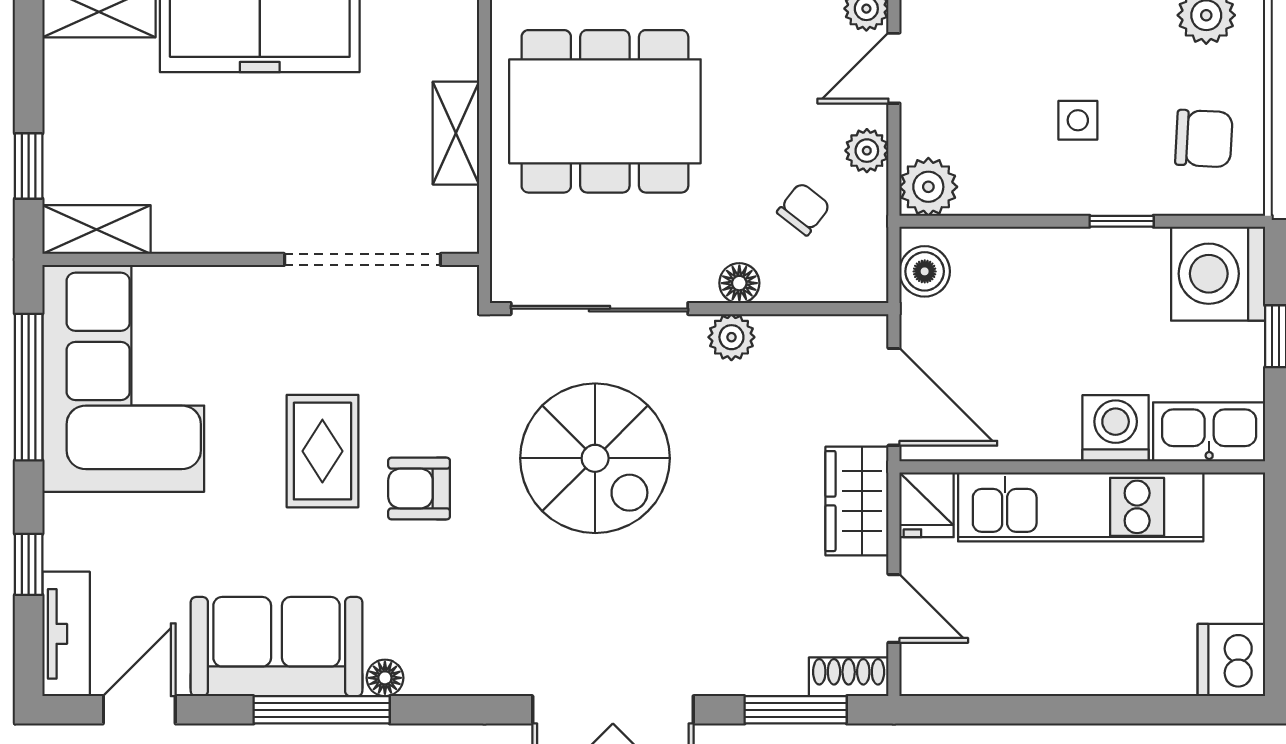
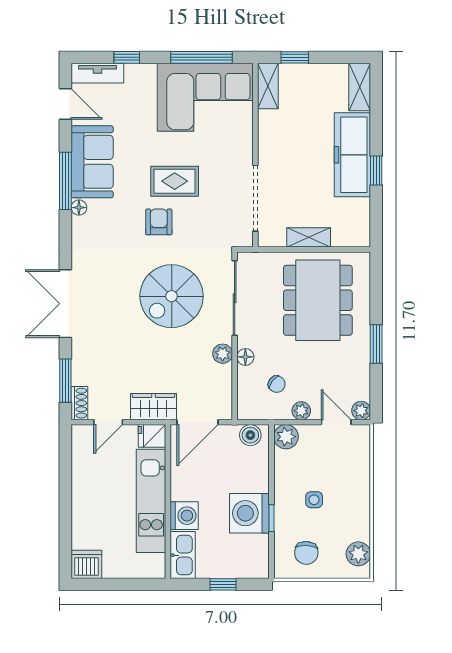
washing machine: (1218, 274) -> (249, 513), moved, turned -90

